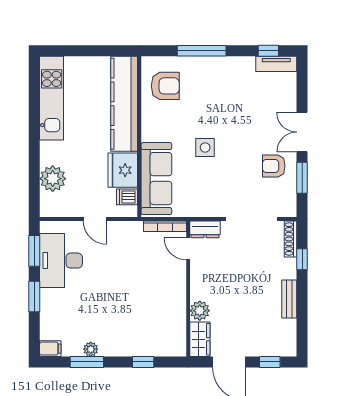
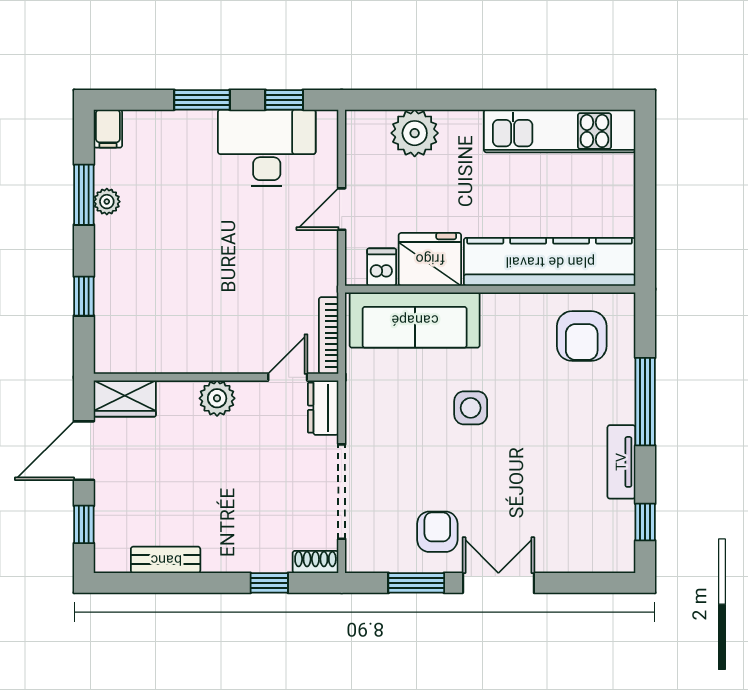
tv unit: (276, 64) -> (621, 462), moved
shoe rack: (290, 239) -> (315, 562), width x0.70
window: (34, 251) -> (284, 100), width x0.67
bench: (289, 299) -> (166, 560), moved
plant: (200, 311) -> (217, 398), moved

